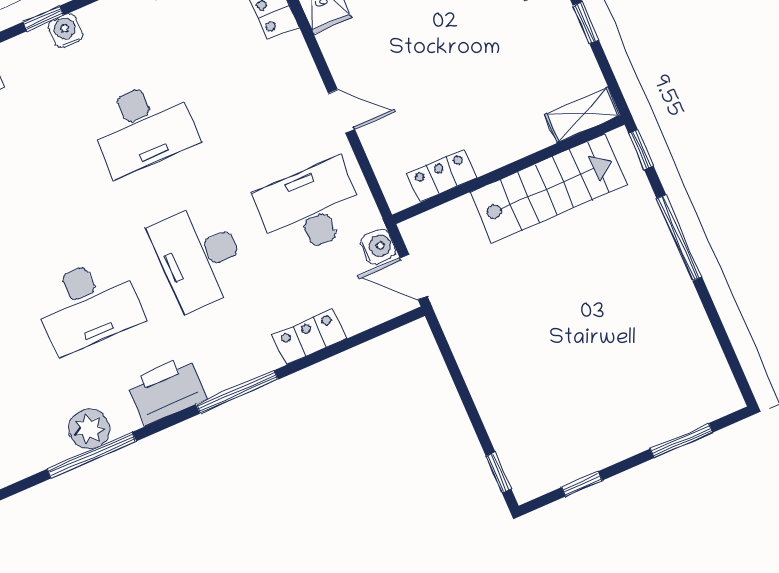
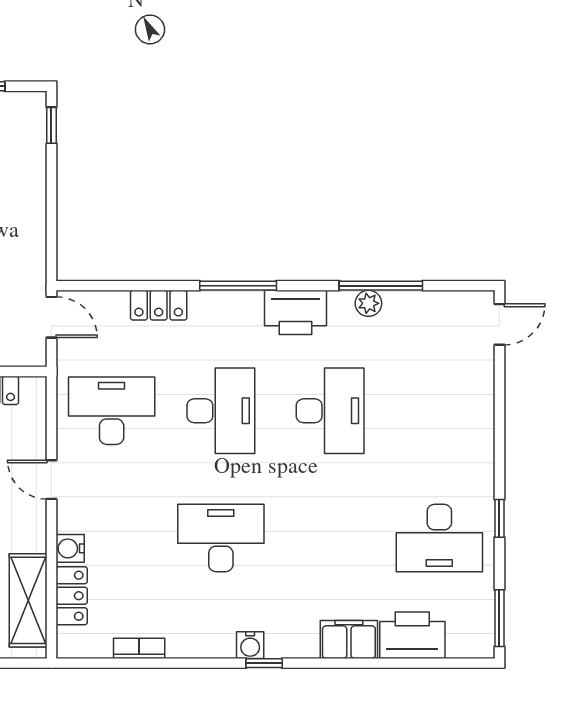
desk: (311, 208) -> (112, 411), turned 180
water cooler: (378, 247) -> (70, 548), moved
desk: (88, 305) -> (330, 411), turned 90
plant: (89, 429) -> (368, 303), width x0.73, depth x0.73

